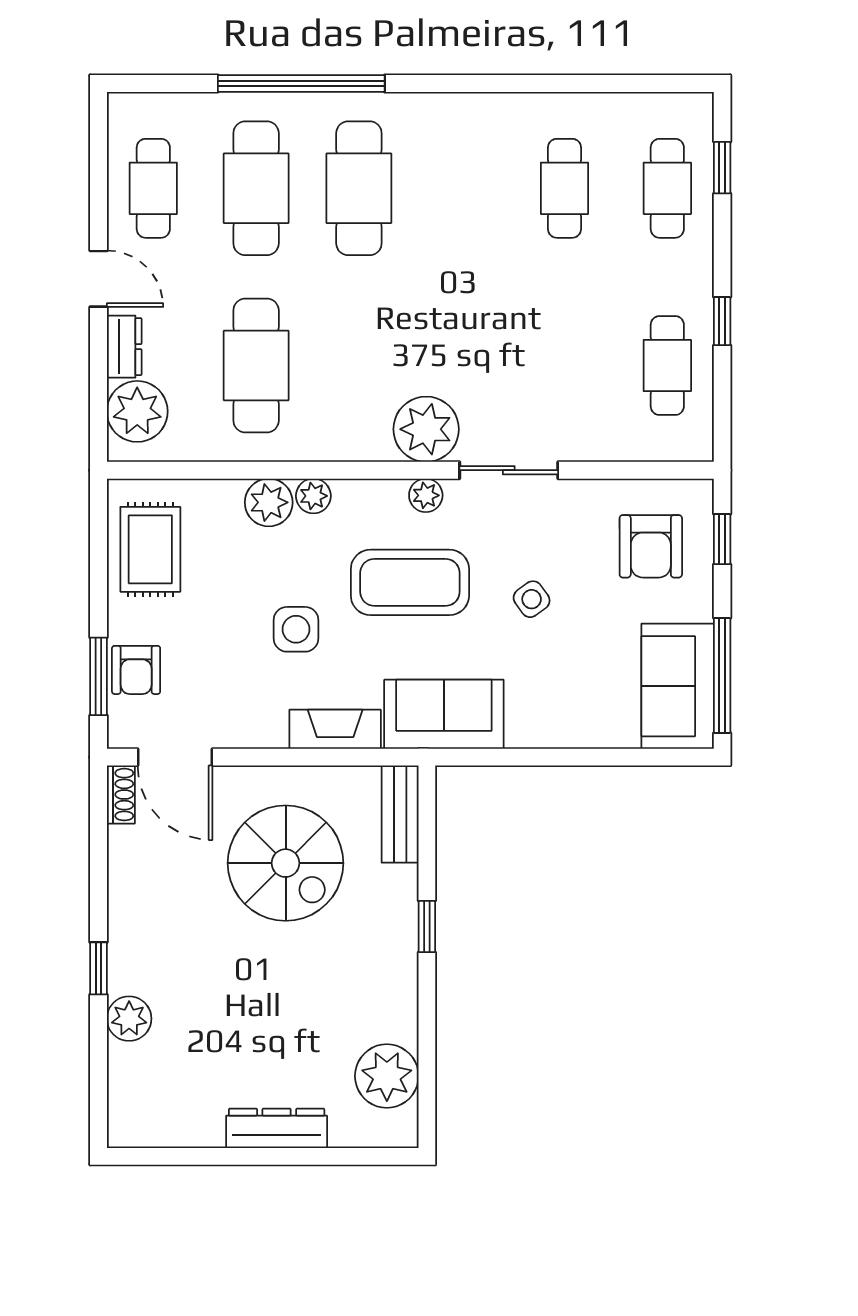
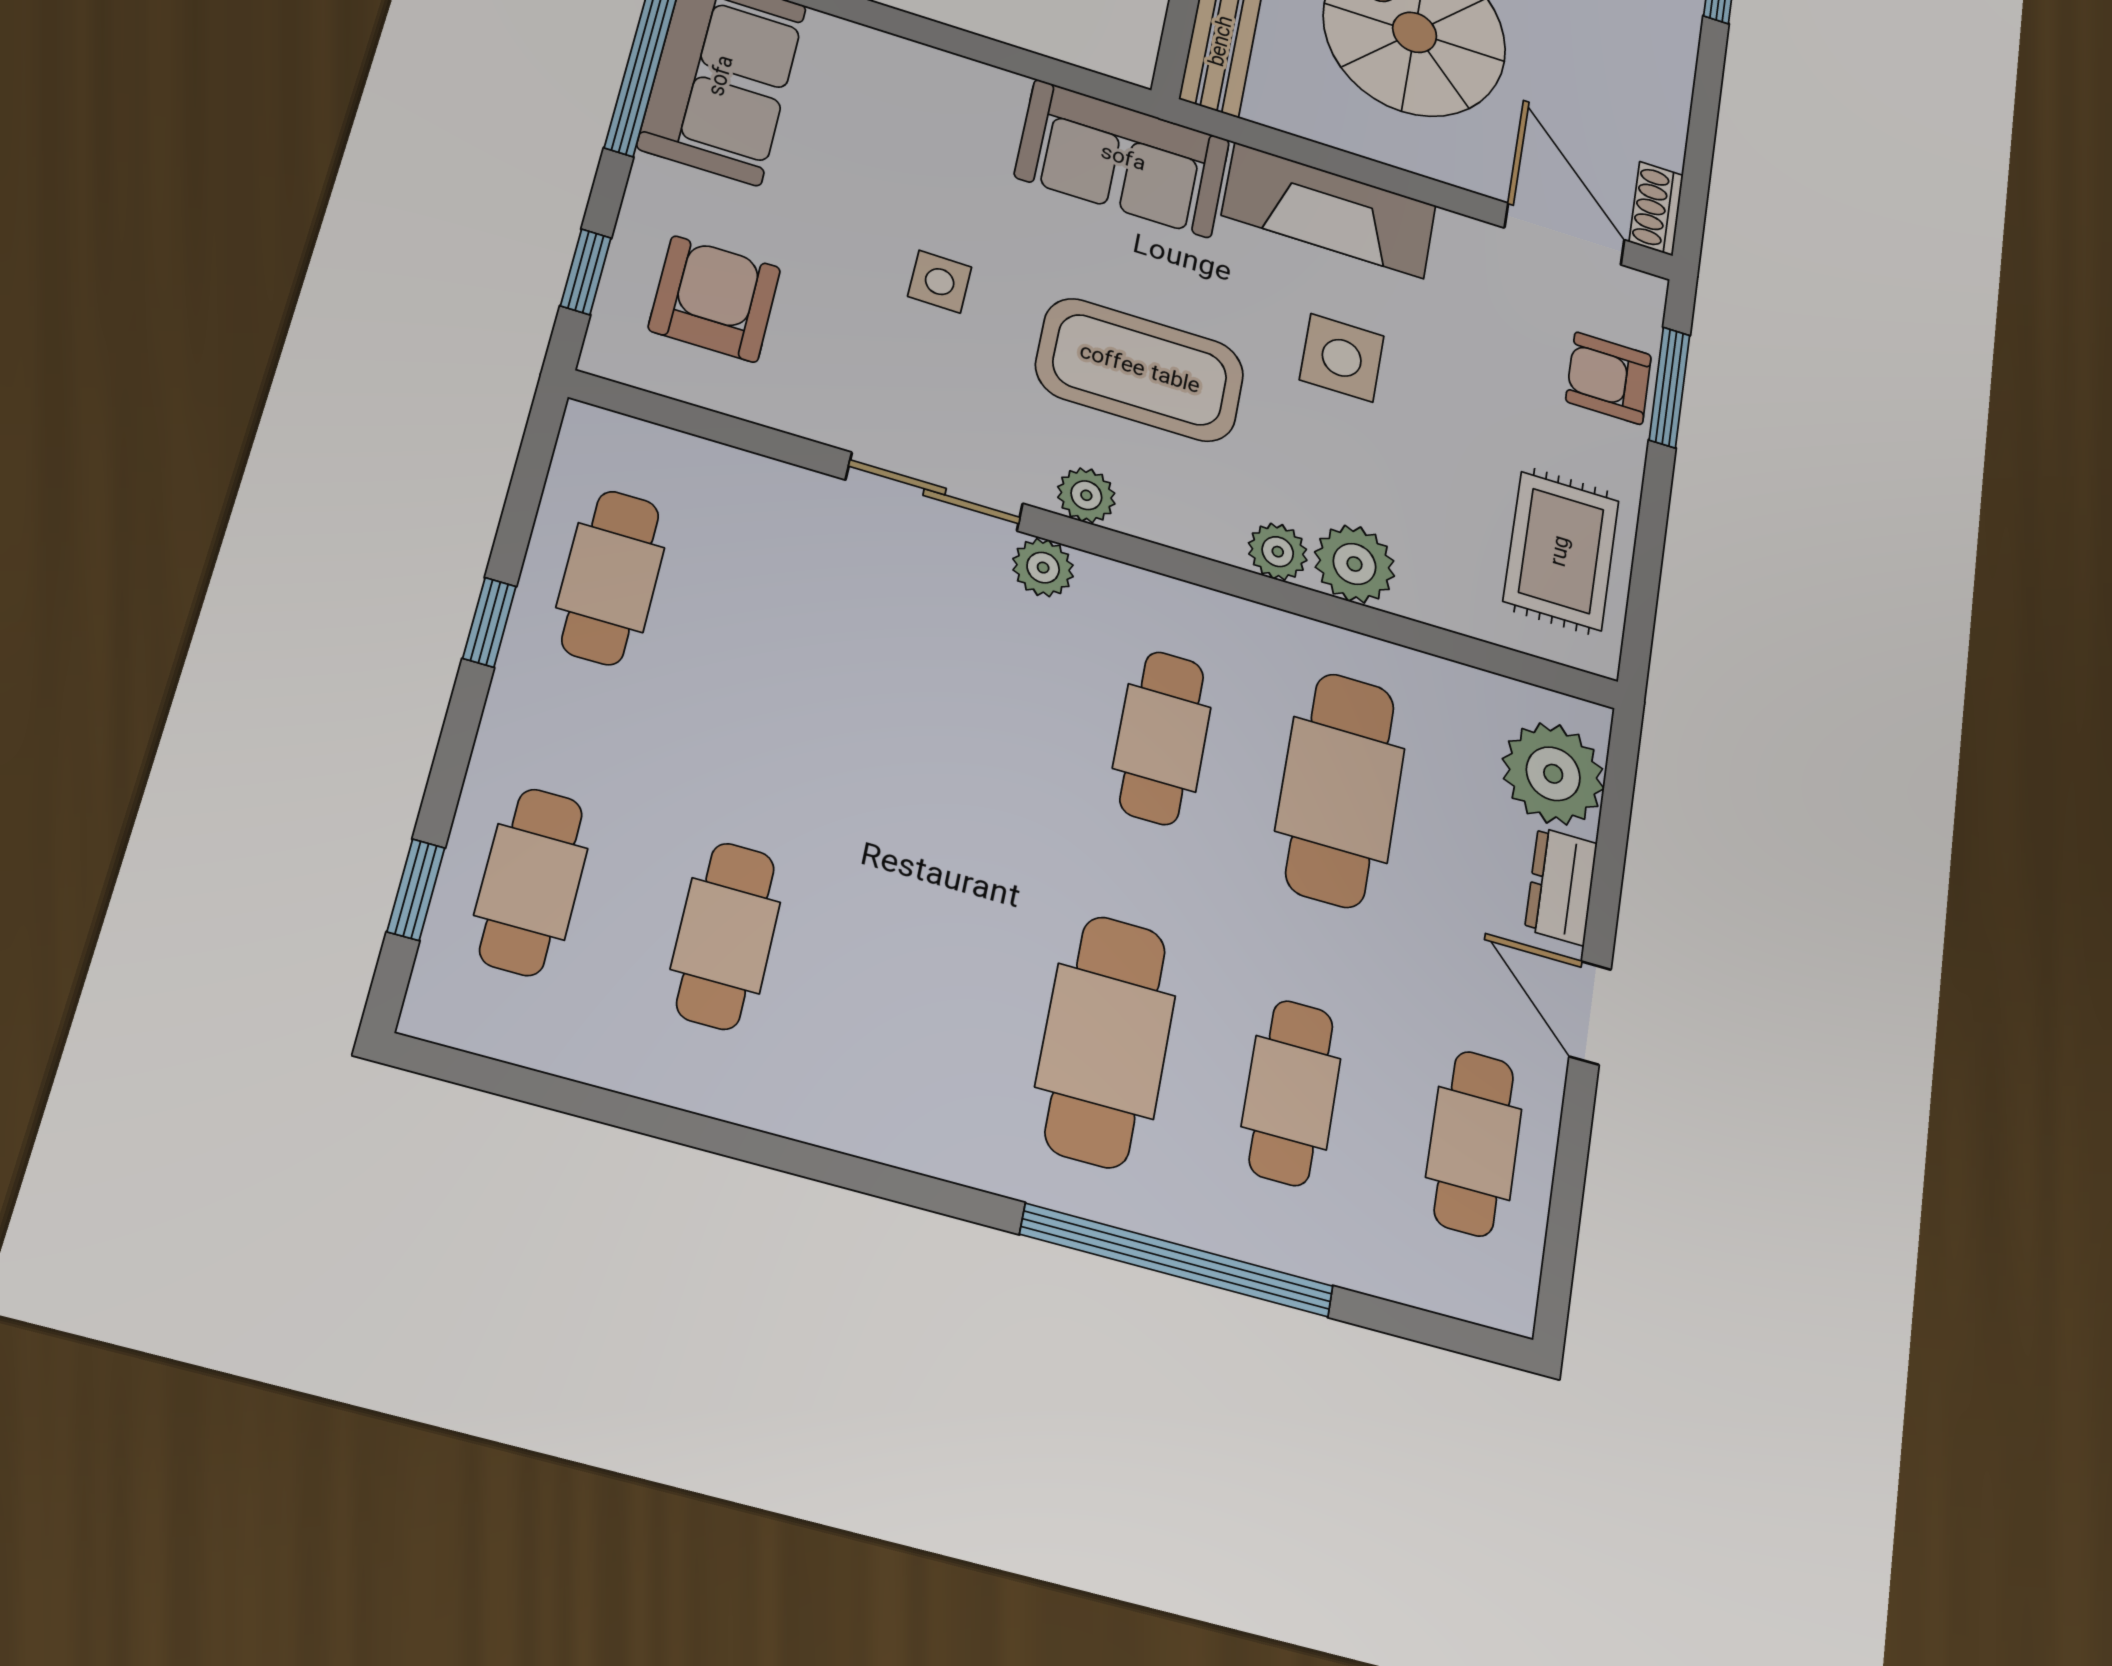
cafe table: (256, 188) -> (1291, 1093), width x0.73, depth x0.74
cafe table: (359, 366) -> (1162, 738), added
plant: (426, 429) -> (1043, 568), width x0.53, depth x0.53
side table: (532, 599) -> (940, 282), turned 37
armchair: (136, 670) -> (1609, 378), turned -90
fireplace: (335, 729) -> (1329, 210), width x1.37, depth x1.32

